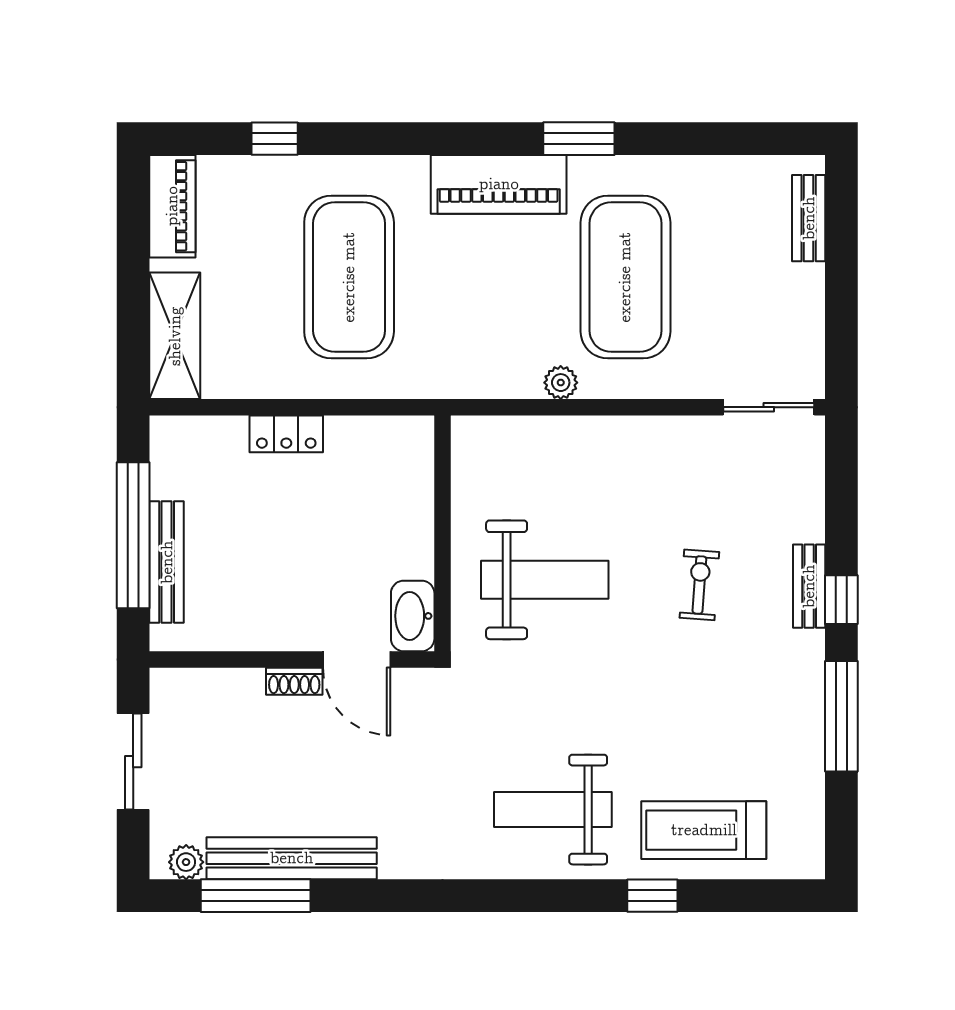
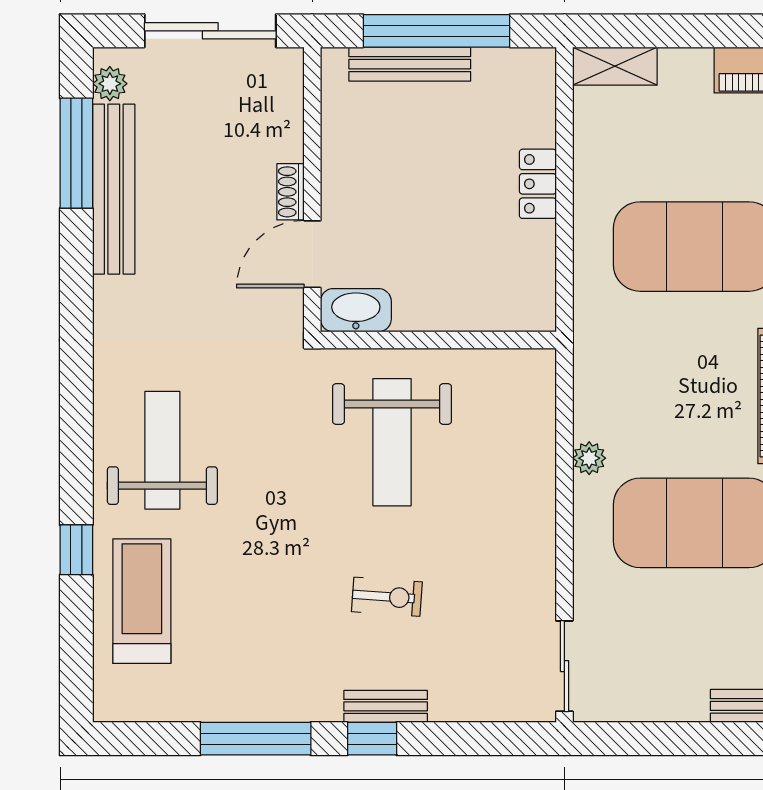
shelving: (175, 336) -> (615, 66), width x0.67, depth x0.75
sliding door: (133, 762) -> (210, 31), width x1.37

